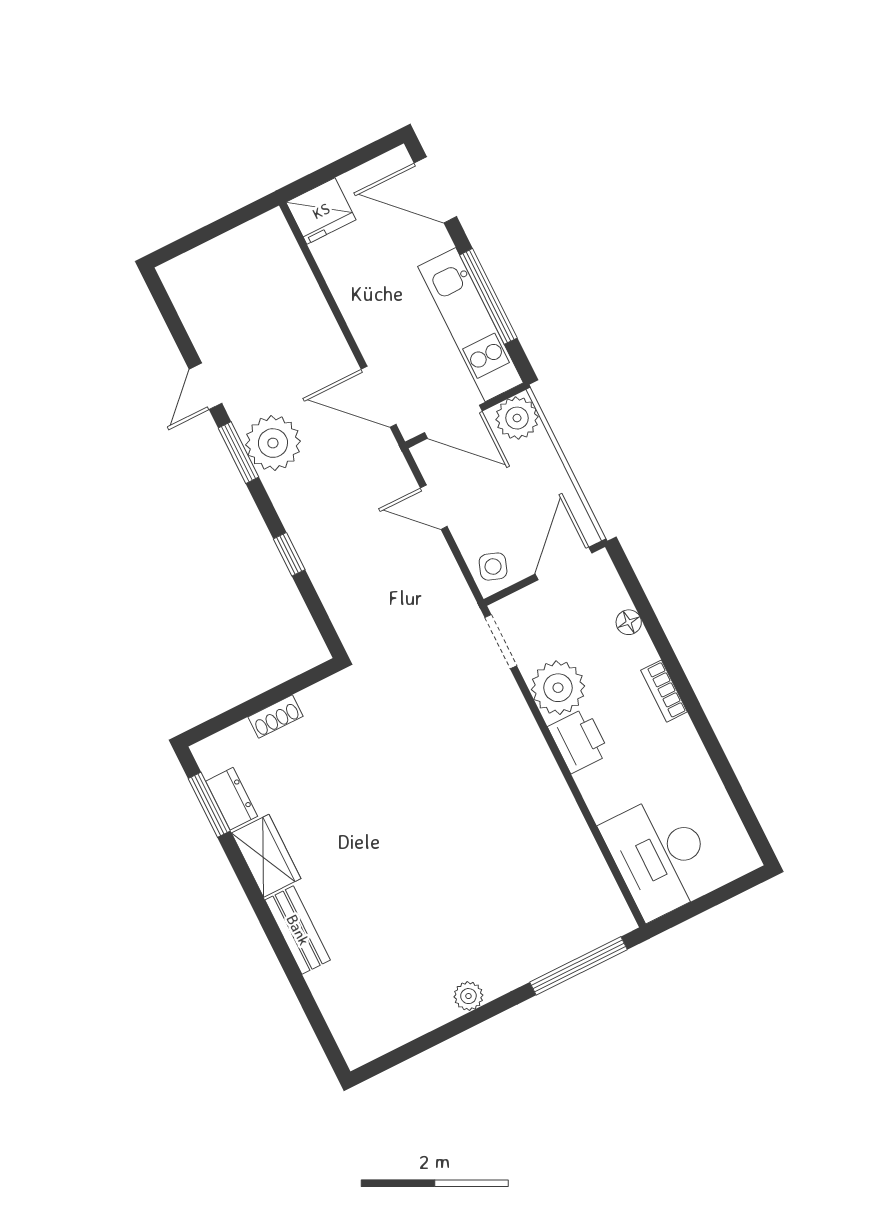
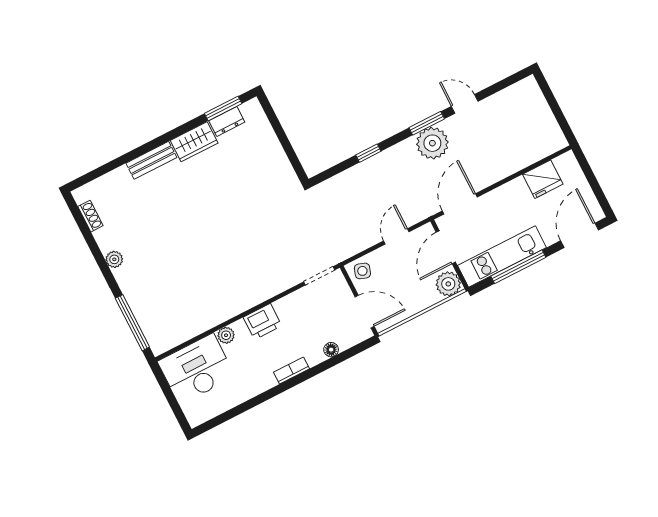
fridge: (321, 211) -> (543, 179), moved, turned -90
plant: (558, 688) -> (226, 335), moved, width x0.53, depth x0.53
shoe rack: (275, 717) -> (90, 216), moved, turned 180

